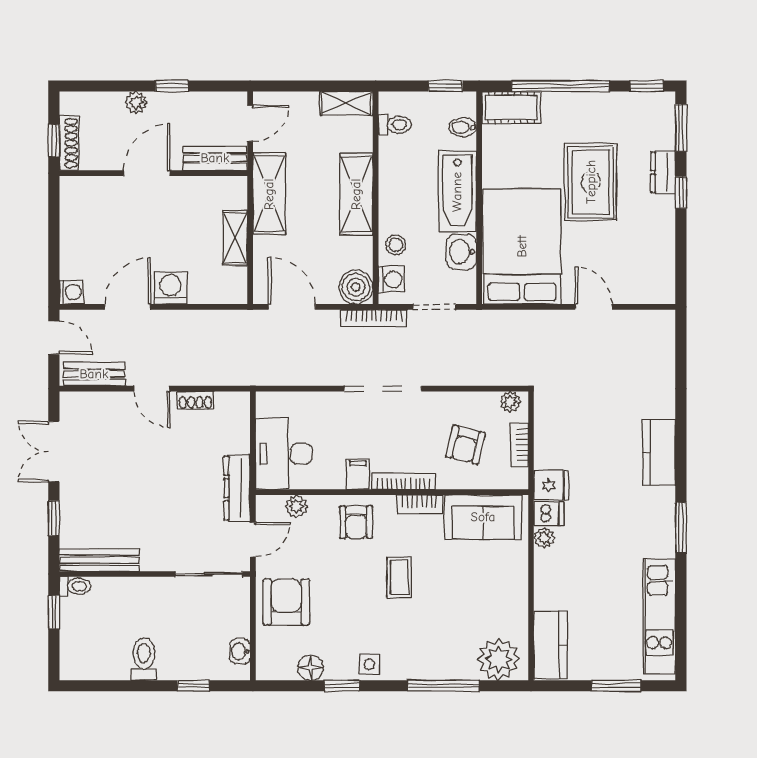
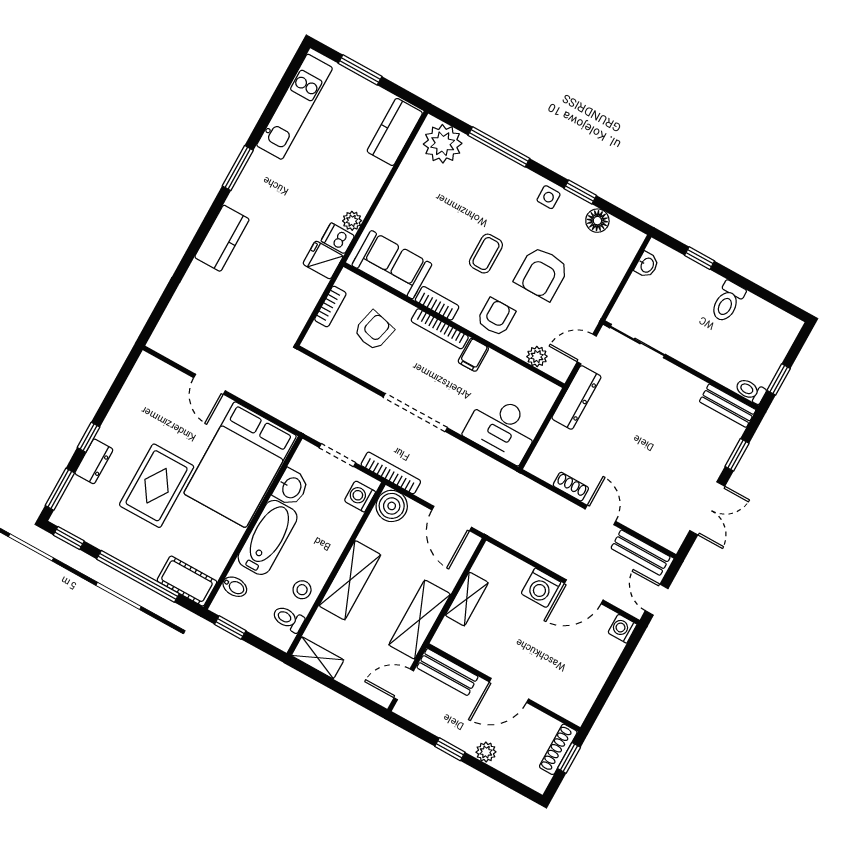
stool: (396, 245) -> (302, 590), moved
plant: (510, 402) -> (319, 345), removed
desk: (284, 454) -> (502, 428), moved, turned 90
bench: (99, 560) -> (728, 406), width x0.73
armchair: (286, 602) -> (542, 273), moved

